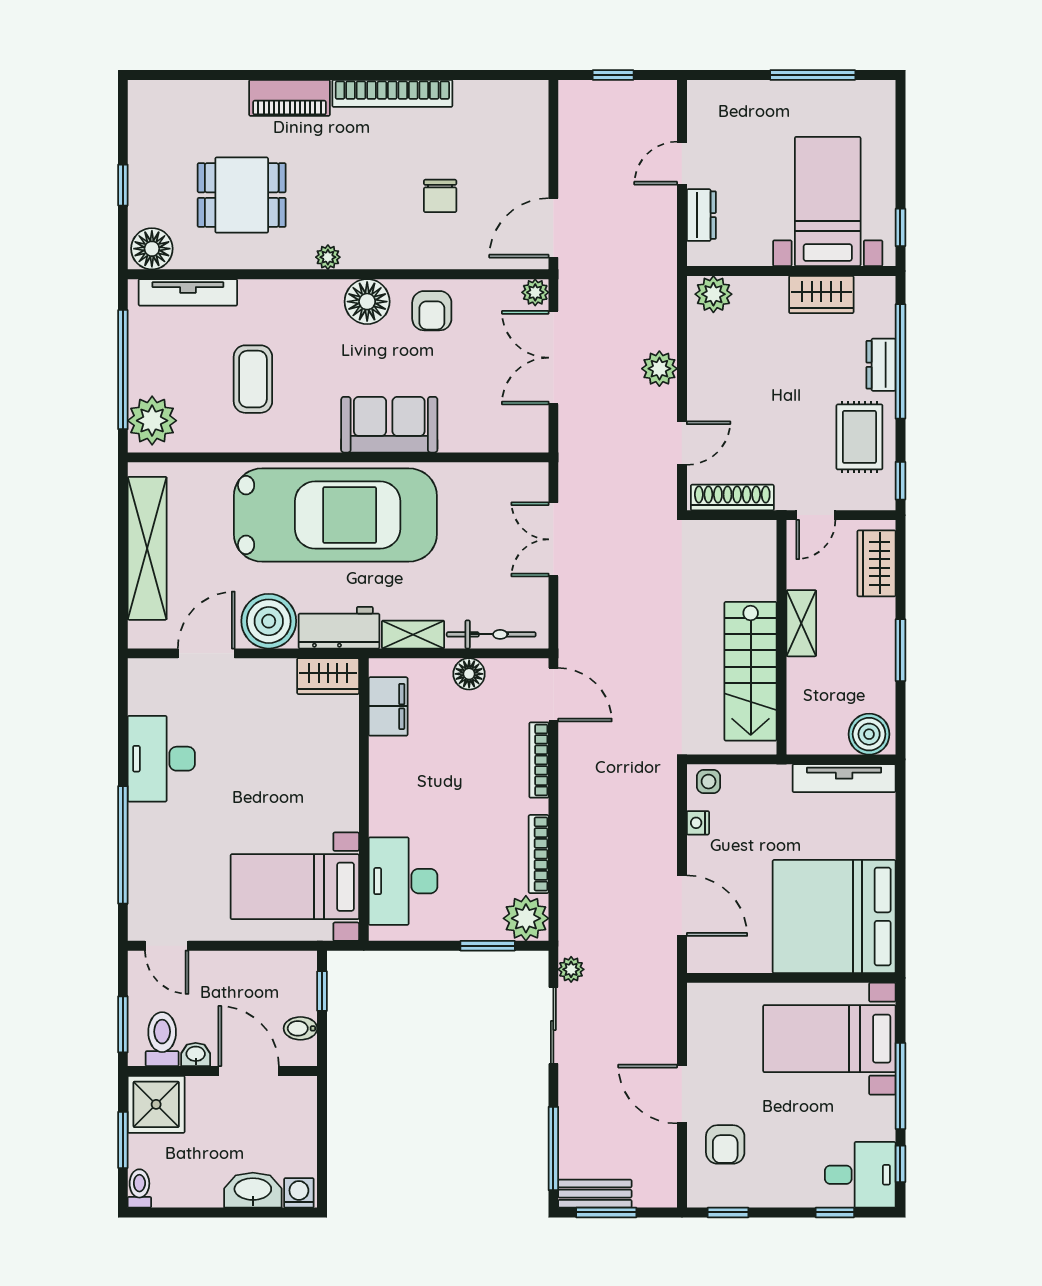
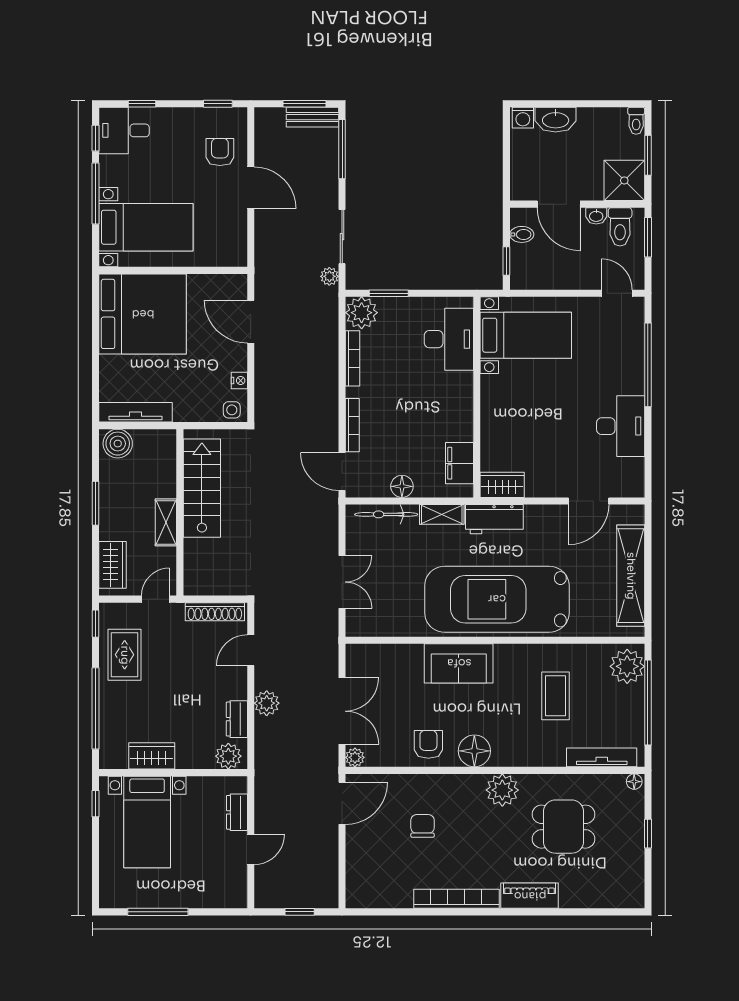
floor lamp: (152, 249) -> (634, 782), width x0.53, depth x0.53
plant: (328, 257) -> (502, 790), width x1.88, depth x1.88
dresser: (881, 365) -> (237, 719), moved, turned 180
boiler: (269, 621) -> (544, 524), removed

